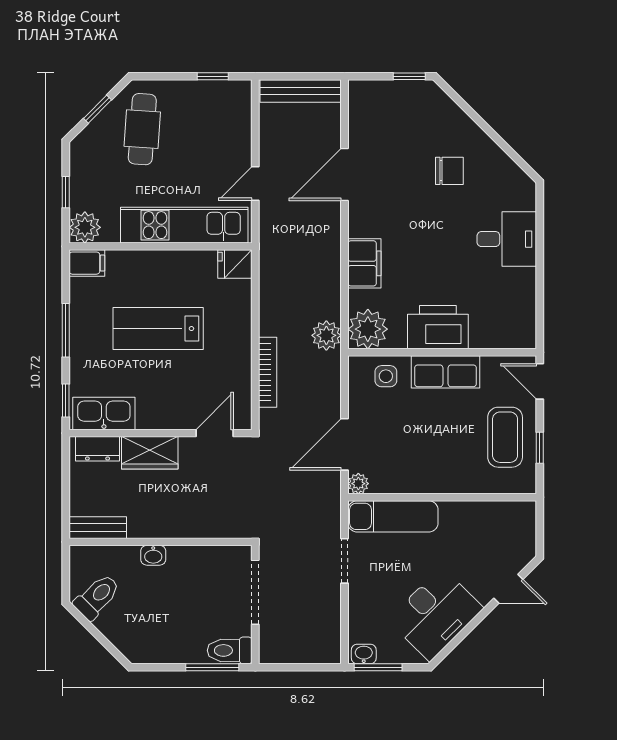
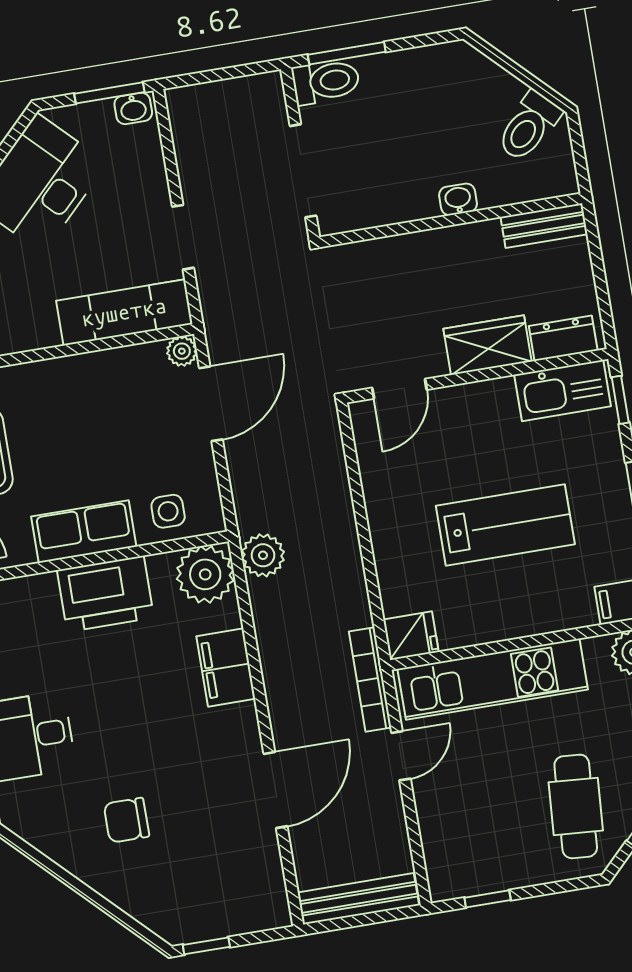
bookcase: (268, 372) -> (370, 679), moved

